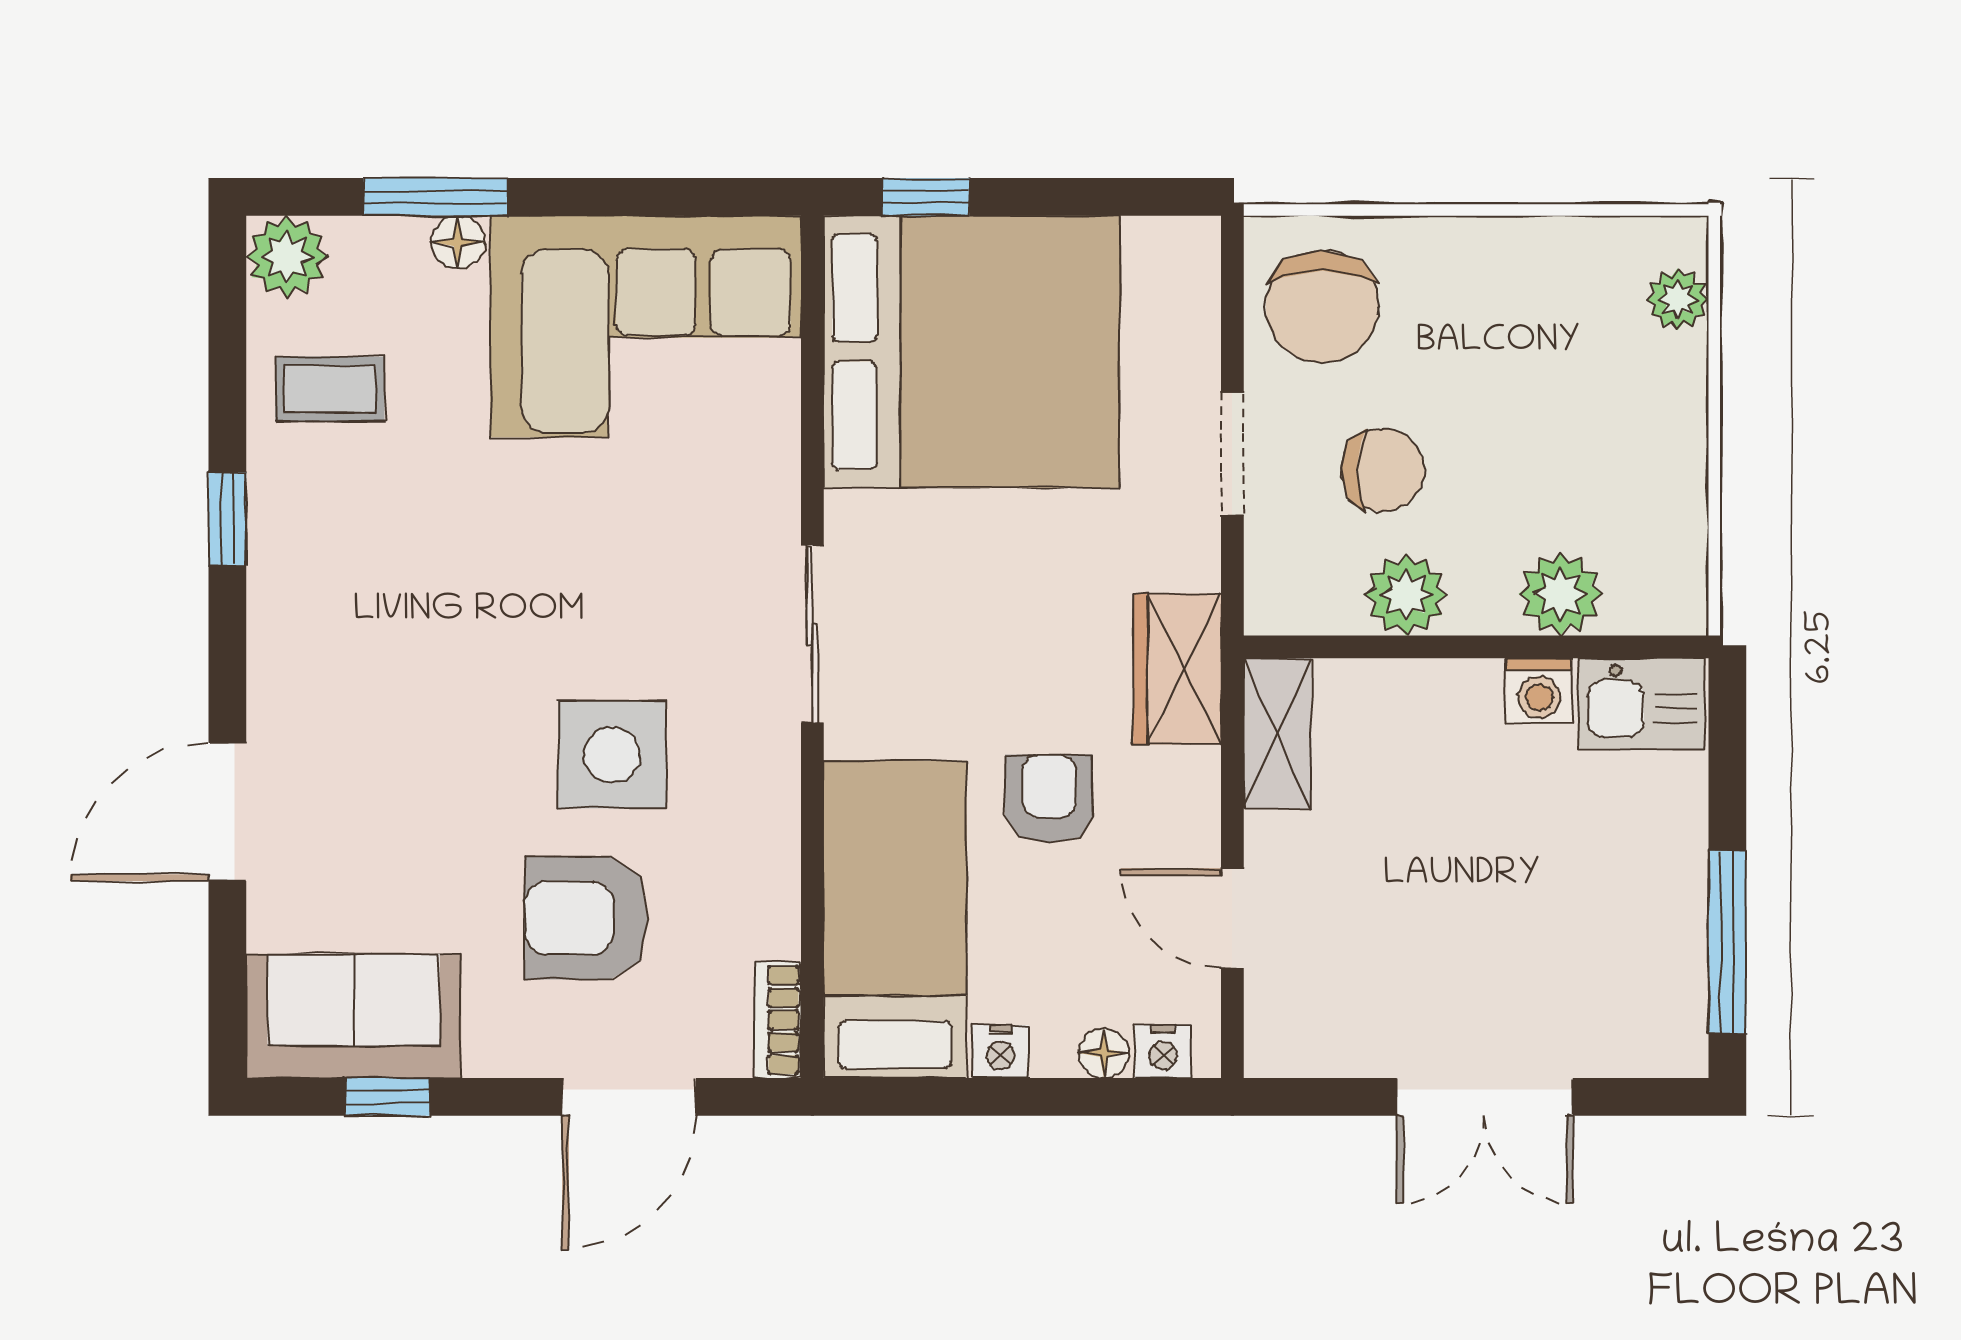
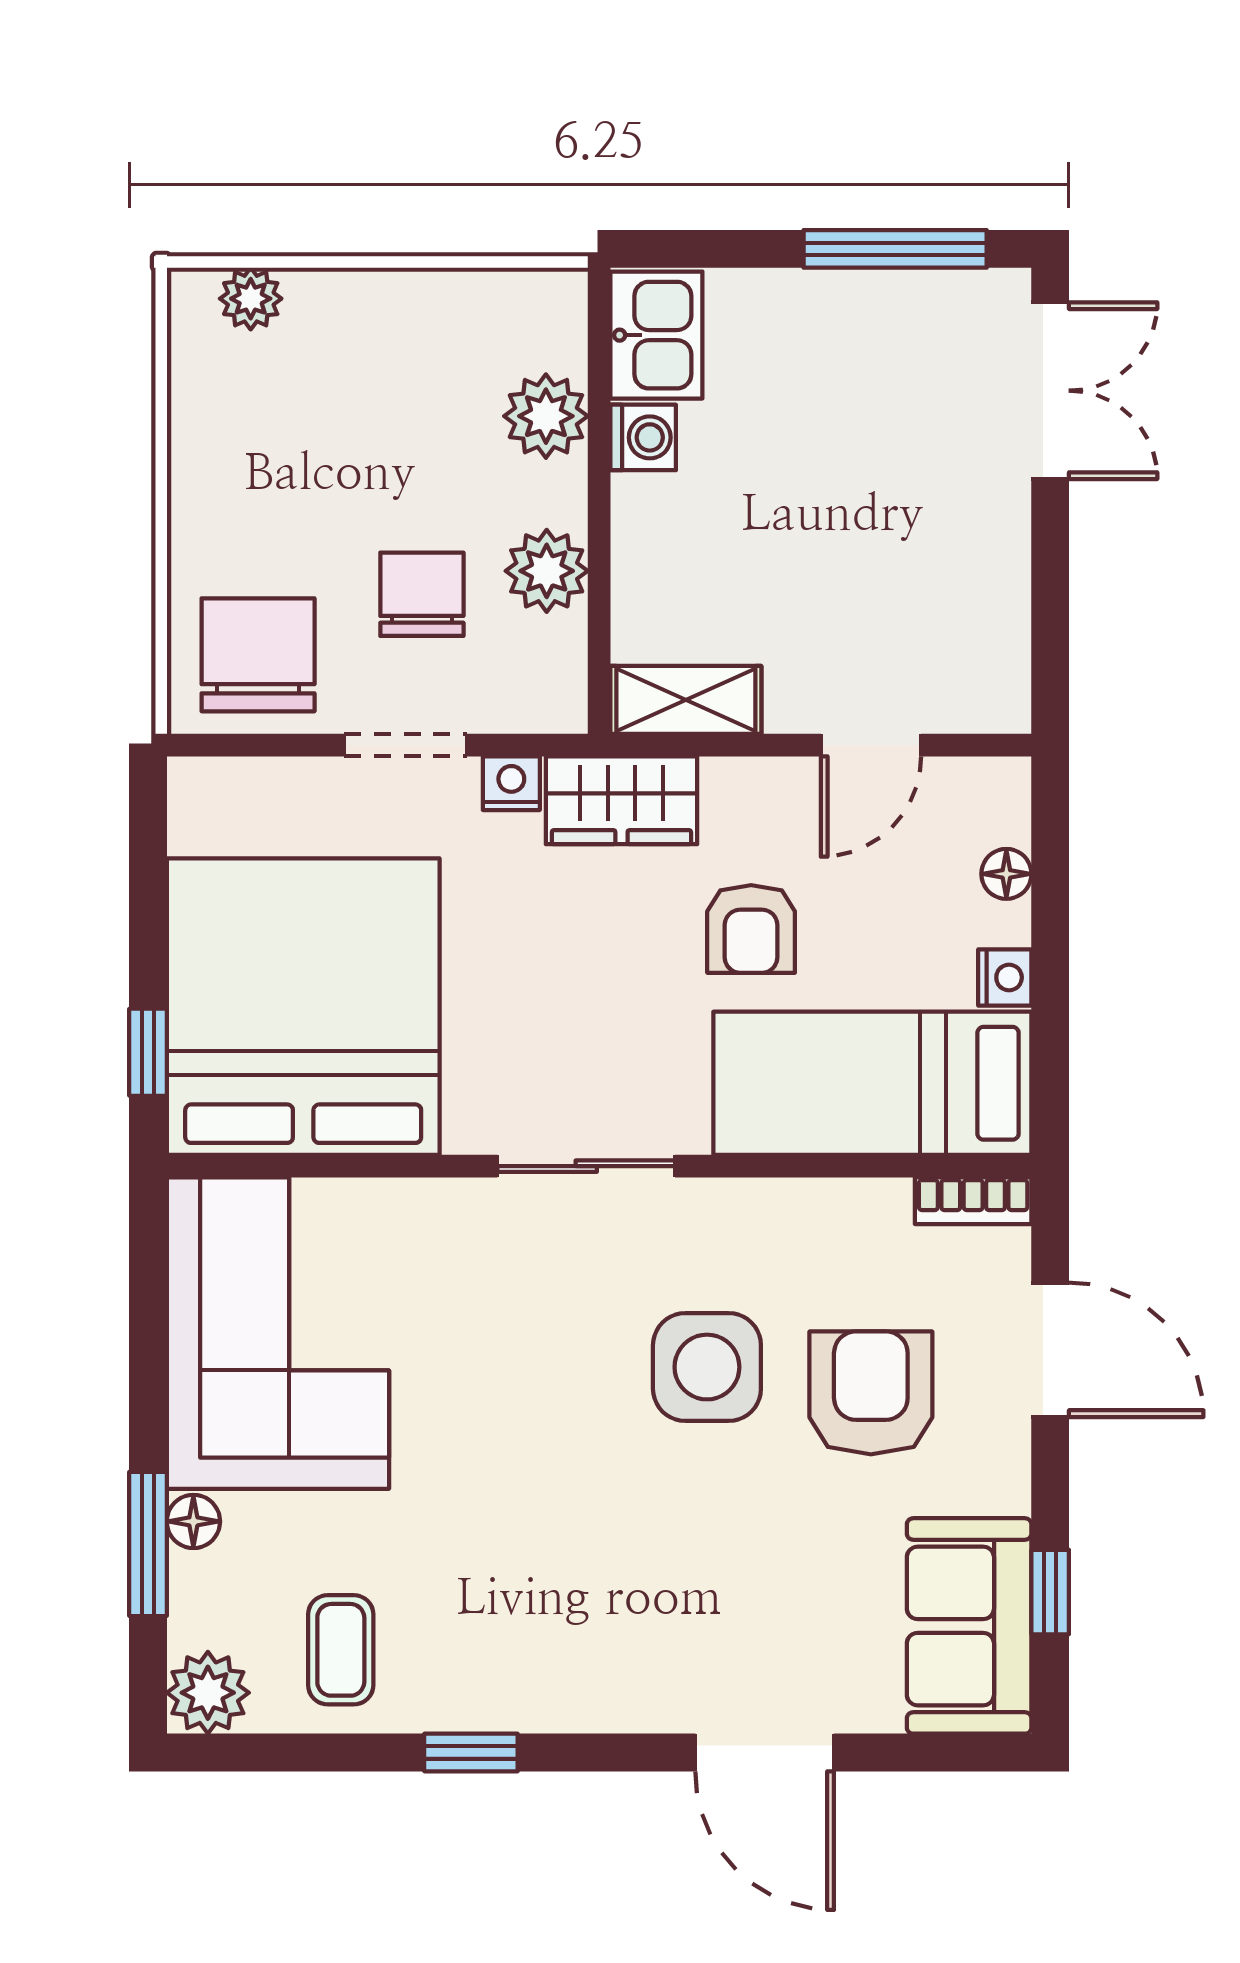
chair: (1322, 307) -> (258, 655), turned -90
armchair: (1049, 798) -> (751, 929), turned -90
armchair: (586, 918) -> (871, 1393), turned 180
nightstand: (1163, 1051) -> (511, 783), moved, turned -90
double door: (1485, 1097) -> (1050, 391), moved

